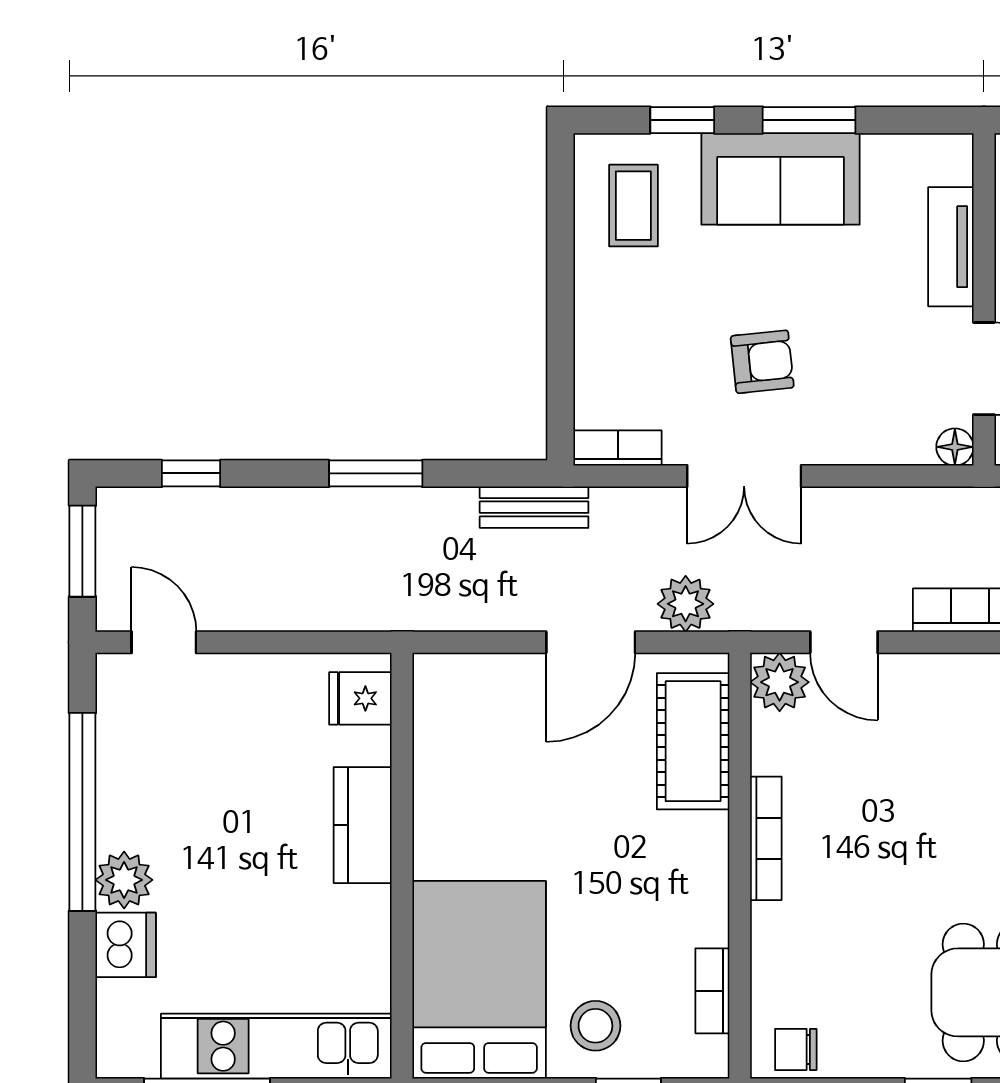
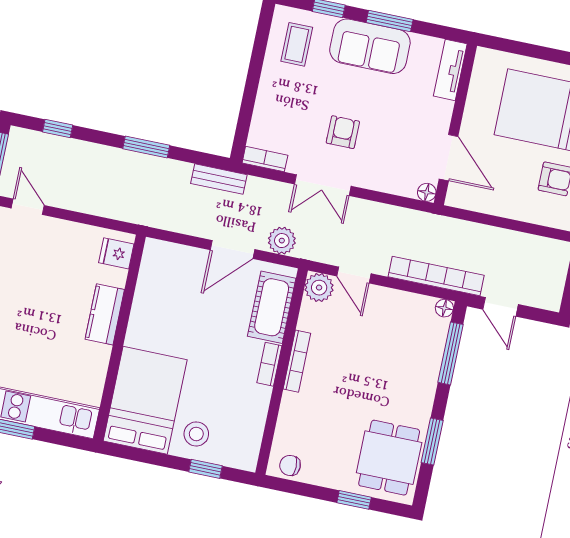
tv unit: (951, 247) -> (450, 70), moved
armchair: (762, 362) -> (343, 132), turned -84
bookcase: (712, 991) -> (269, 364), moved

